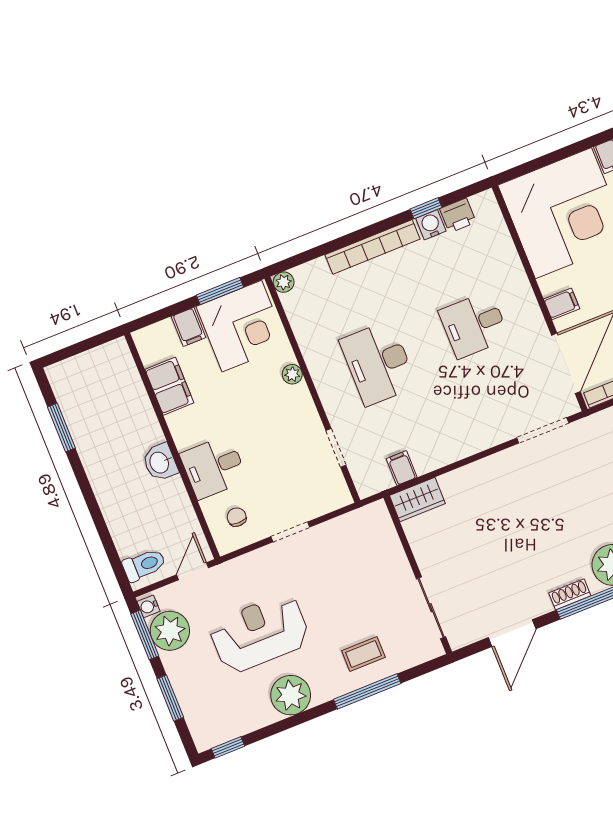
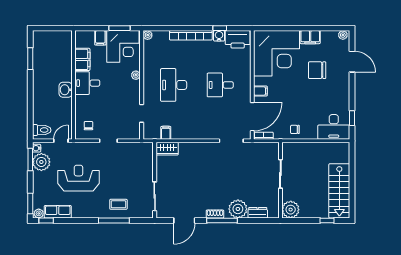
printer: (458, 215) -> (238, 39), width x1.87, depth x1.48
desk: (214, 467) -> (87, 83), moved
plant: (291, 695) -> (39, 213), moved, width x0.53, depth x0.53
window: (170, 698) -> (30, 204), moved
row of seats: (245, 720) -> (58, 212), added

